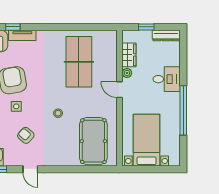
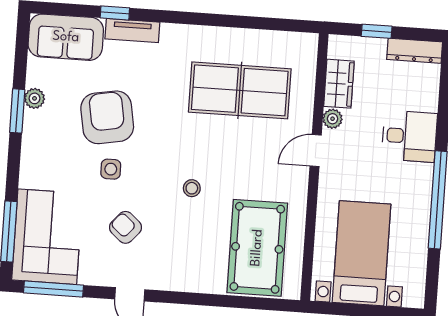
table tennis table: (79, 62) -> (240, 90), turned 90
door: (120, 90) -> (316, 150), hinge flipped

